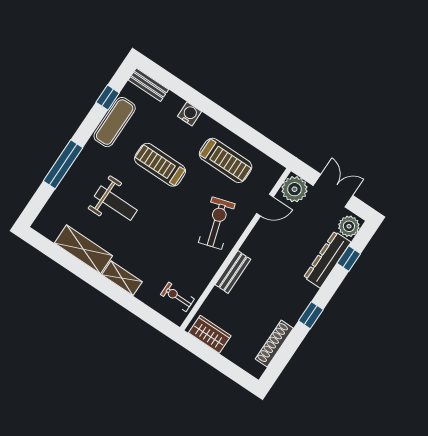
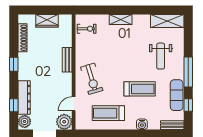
window: (63, 164) -> (188, 72), moved
weight bench: (116, 203) -> (161, 56), moved, turned -90
shelving: (84, 249) -> (167, 21), moved
wardrobe: (210, 334) -> (47, 21), moved

